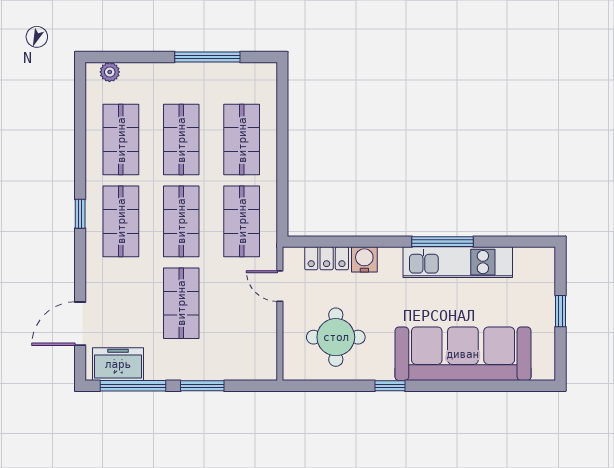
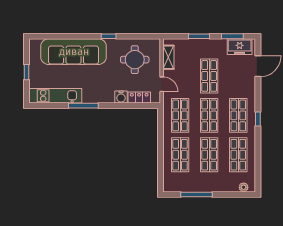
kitchen unit: (458, 262) -> (55, 96), moved
shelving: (266, 342) -> (168, 57), added
window: (133, 386) -> (232, 36), width x0.69

